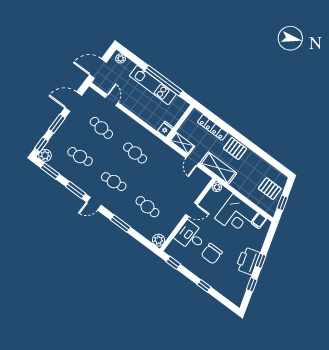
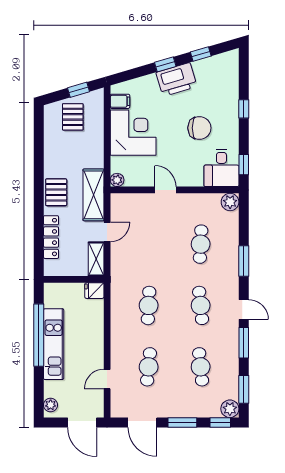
desk: (191, 236) -> (221, 168), moved

